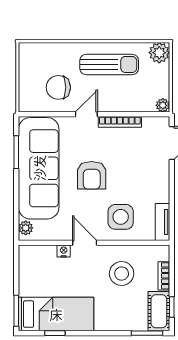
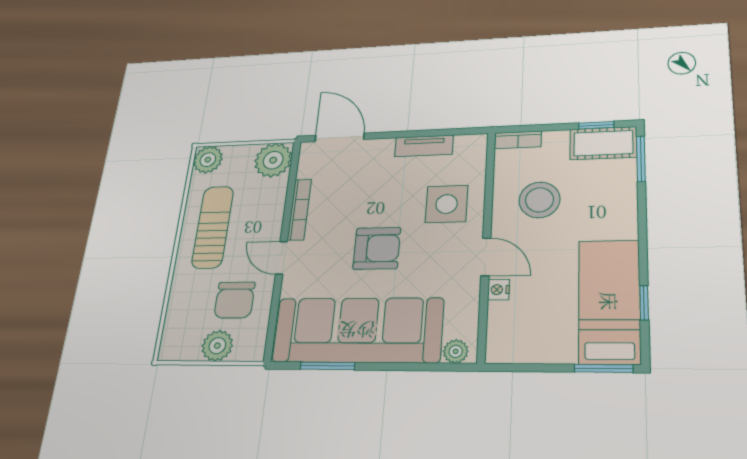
plant: (29, 81) -> (217, 346), added
plant: (163, 105) -> (273, 160), width x1.87, depth x1.87
tv unit: (163, 222) -> (424, 146), moved
door: (85, 243) -> (486, 257), swing flipped
bookcase: (164, 276) -> (518, 140), moved

